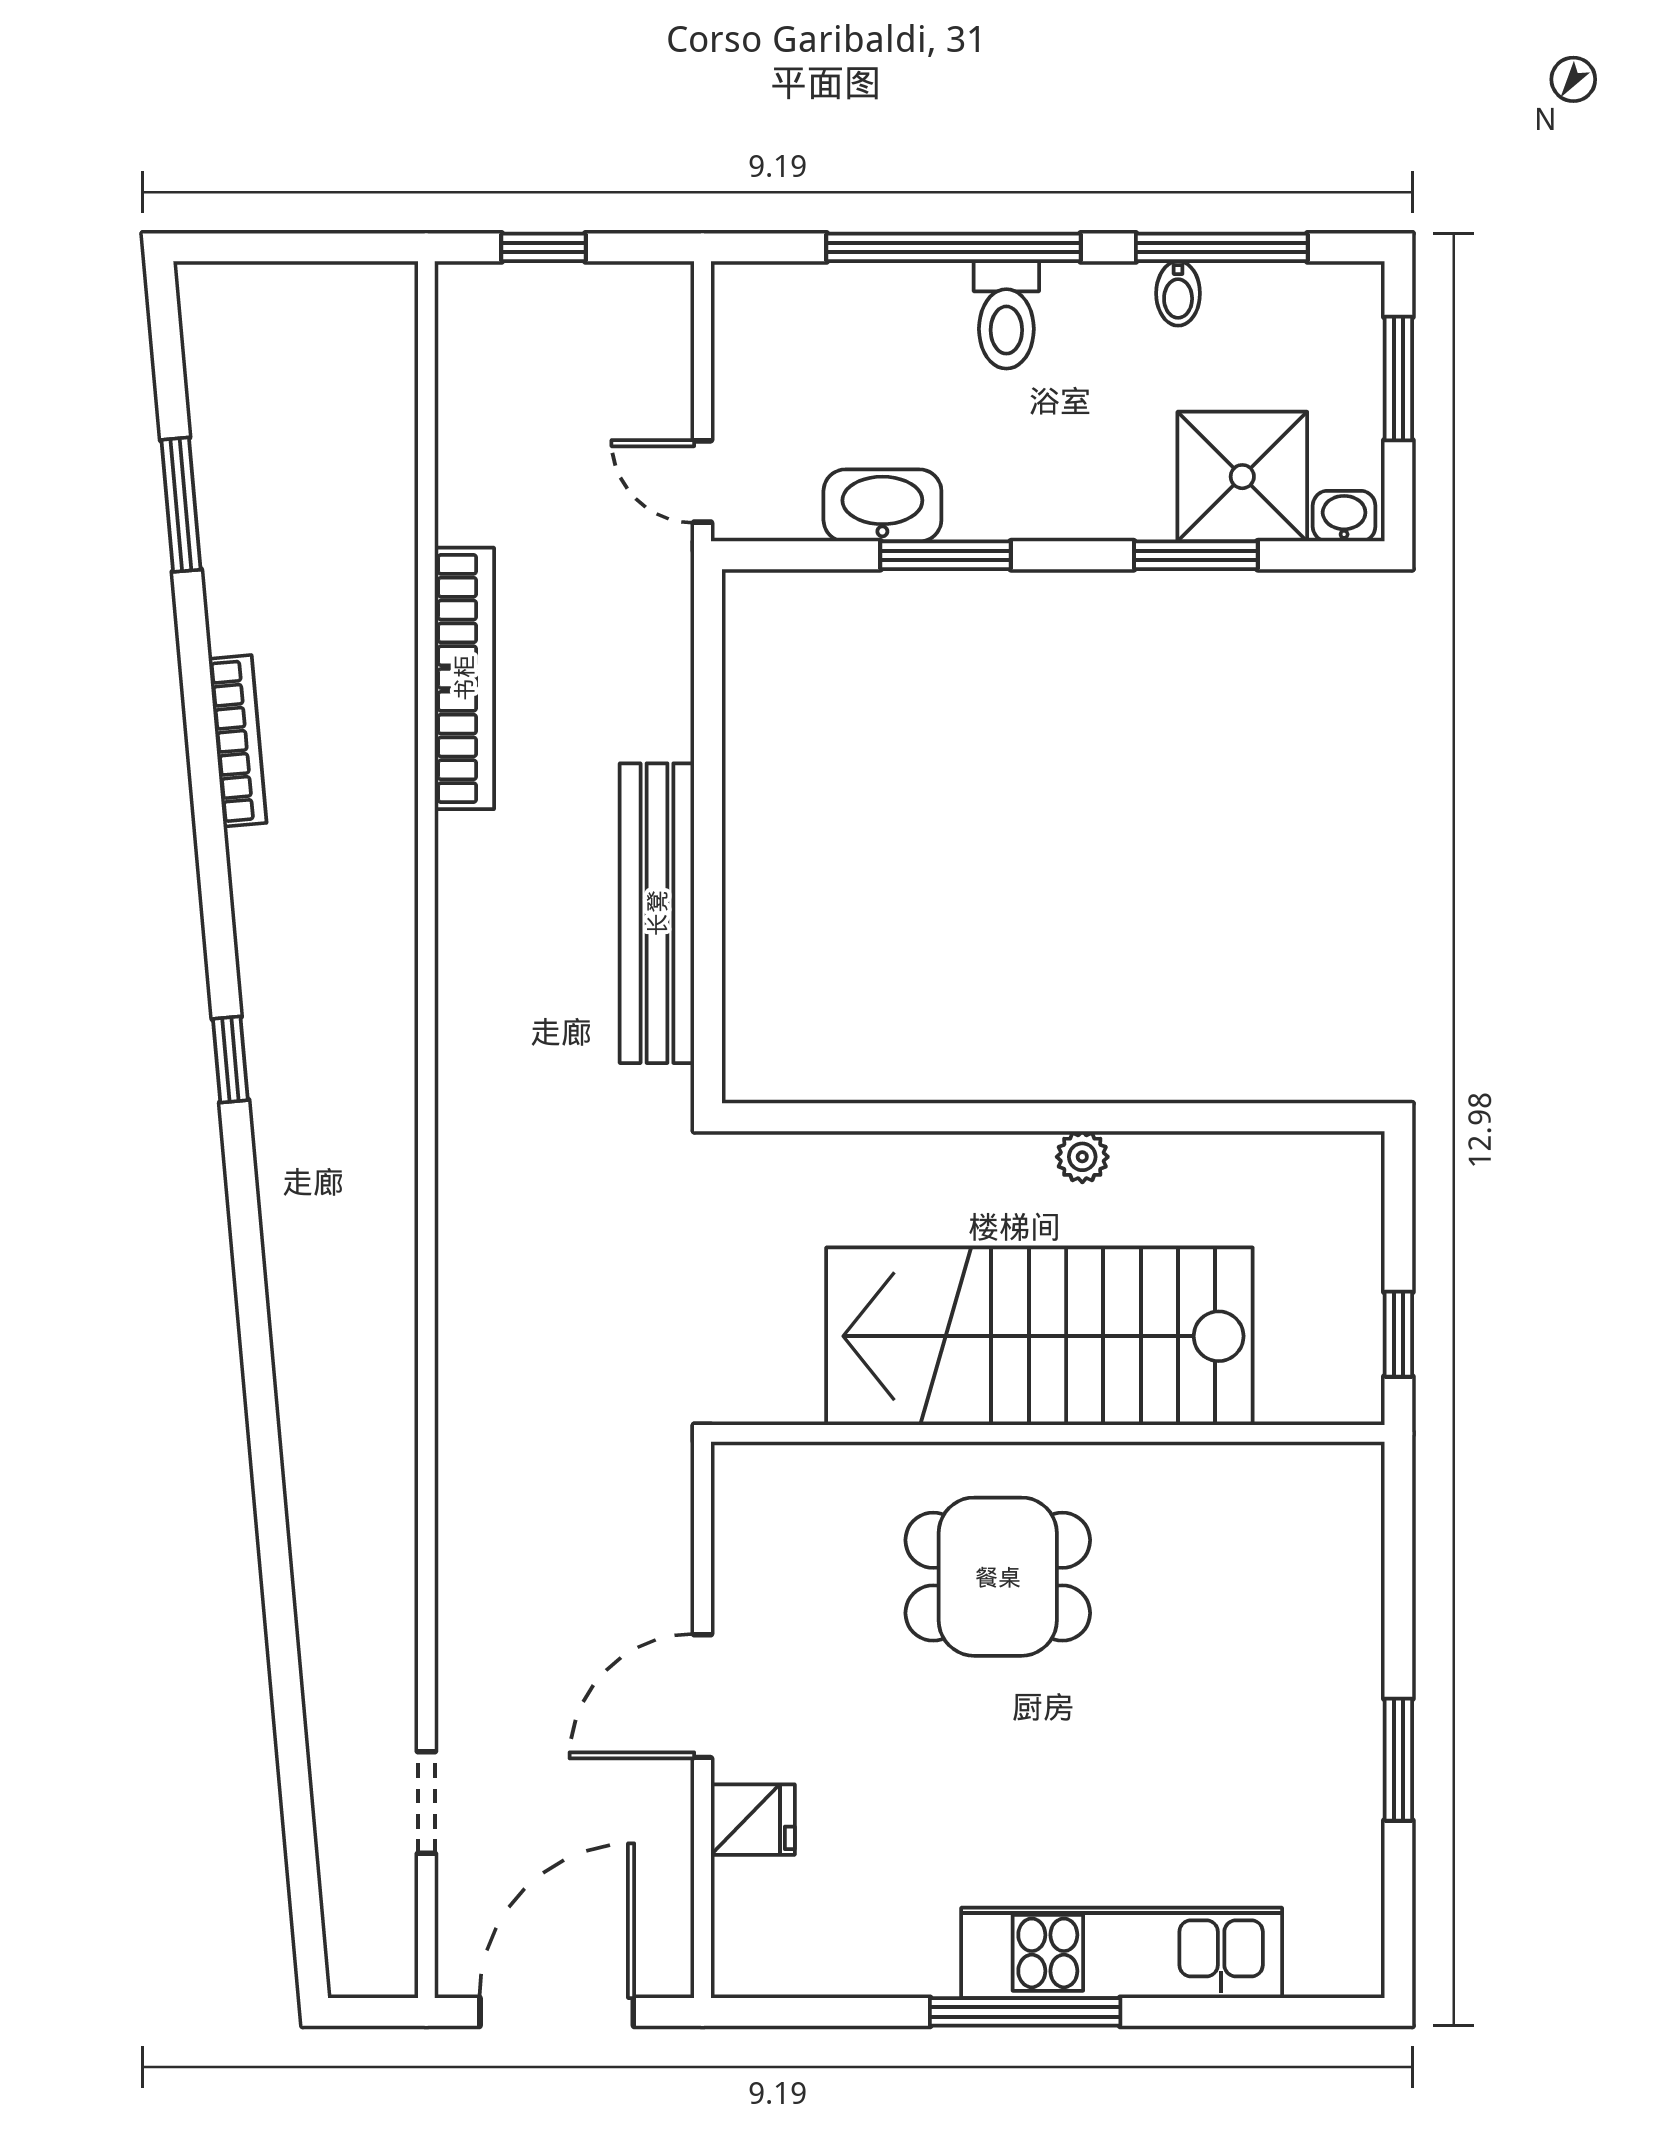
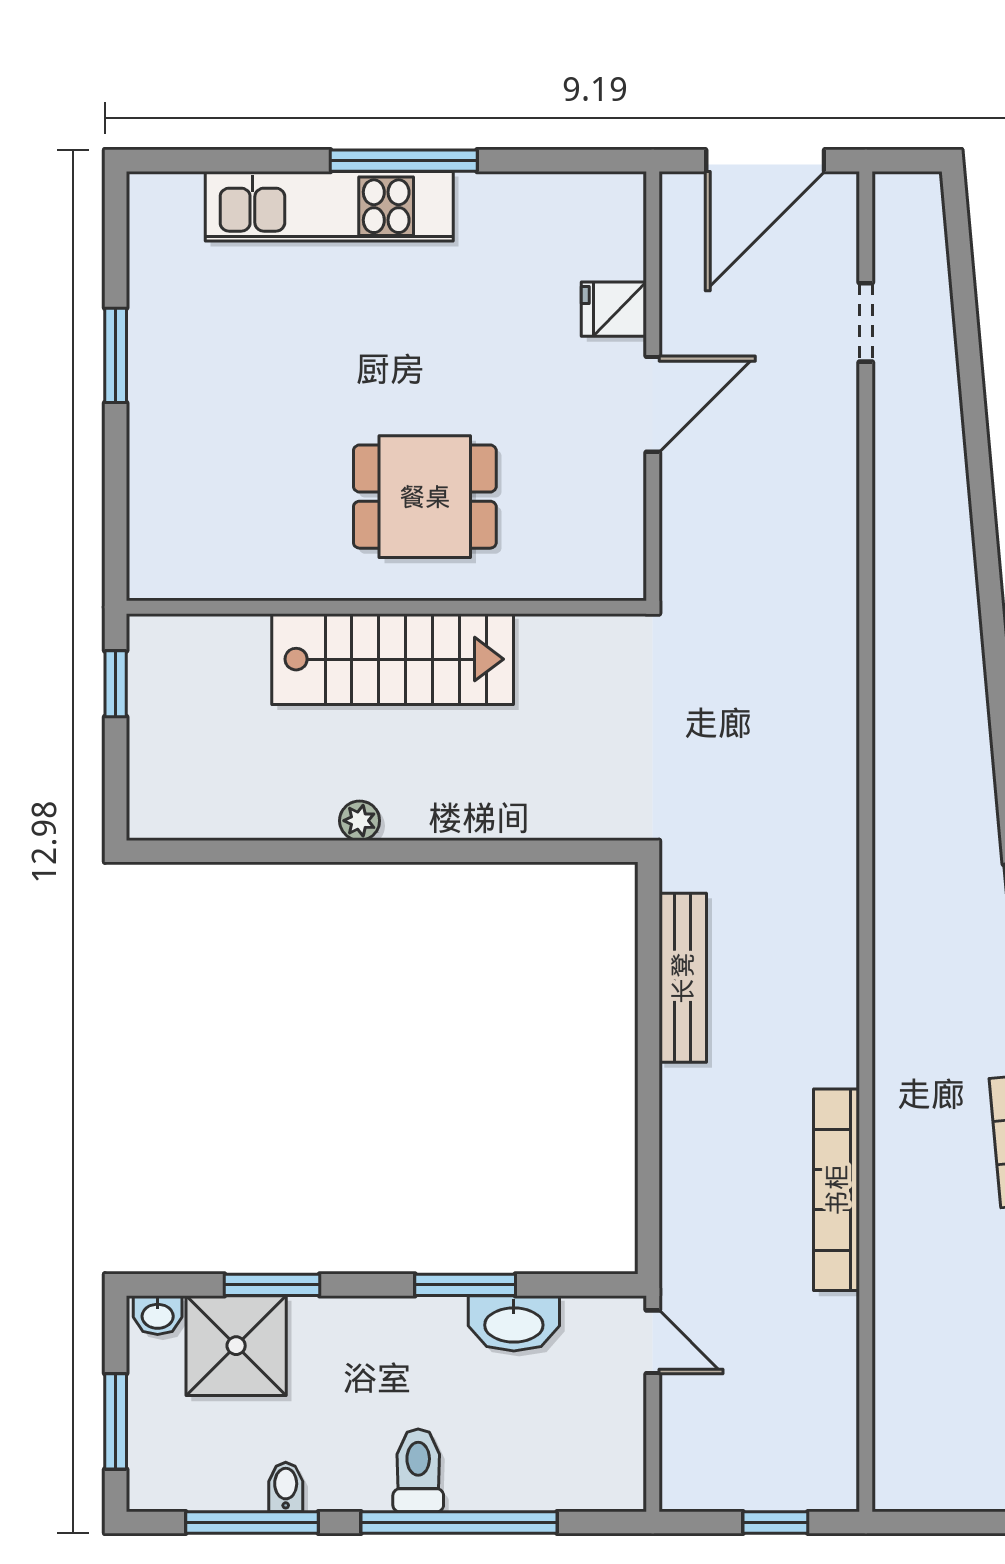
bench: (657, 913) -> (683, 978), width x0.73, depth x0.82
stairs: (1039, 1336) -> (393, 659), width x0.73, depth x0.66

